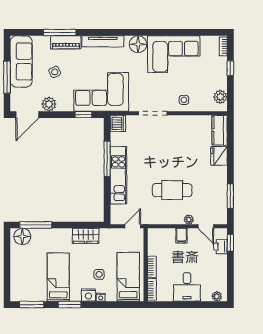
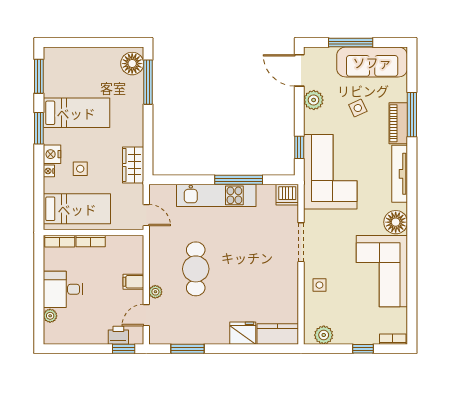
wardrobe: (86, 236) -> (133, 165), moved
plant: (217, 296) -> (50, 316), moved

